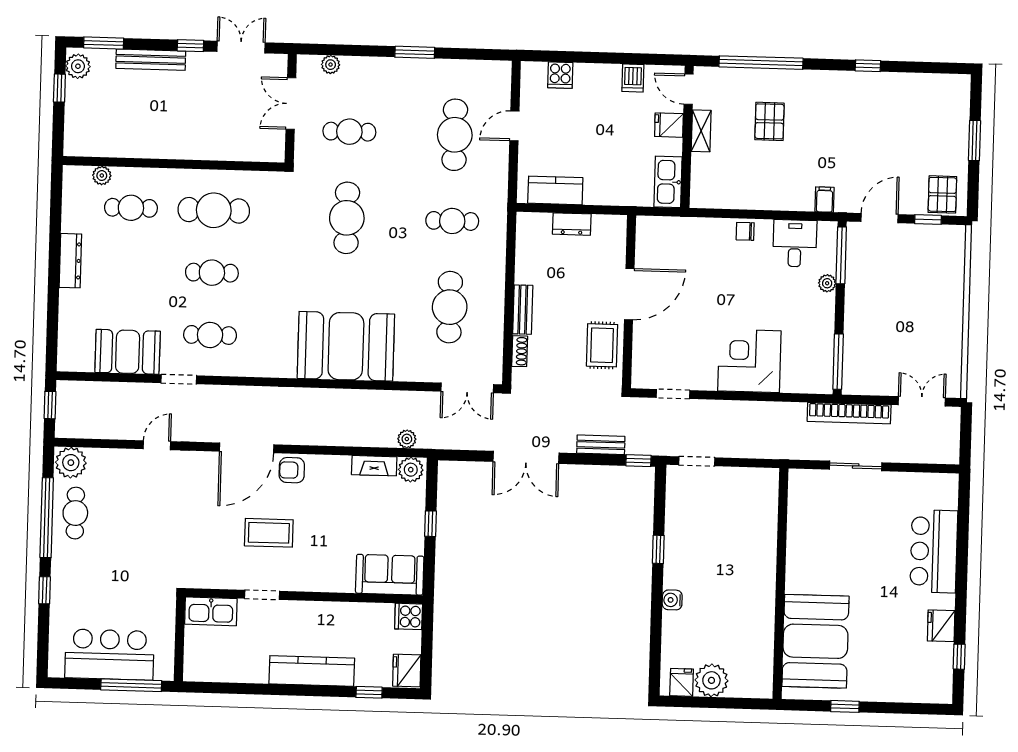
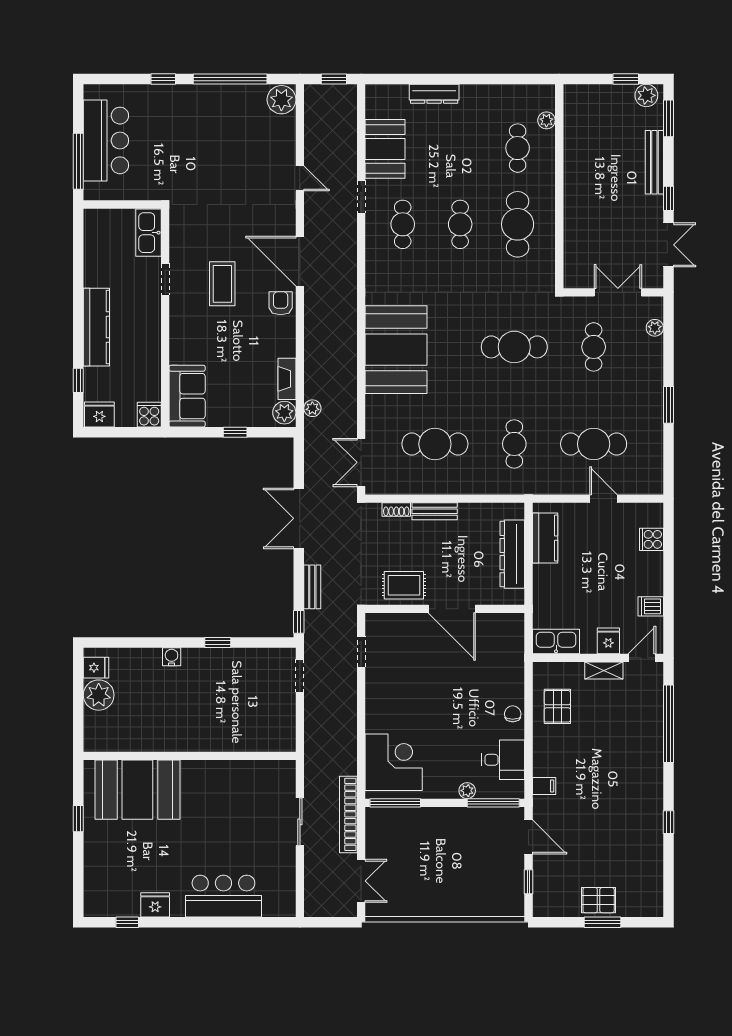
pallet: (769, 121) -> (557, 706), moved, turned 90
pallet: (942, 194) -> (599, 900), moved
dresser: (572, 224) -> (512, 554), width x1.96, depth x1.24
dresser: (70, 261) -> (434, 94), moved
corner desk: (749, 361) -> (394, 762), moved
cafe table: (75, 513) -> (235, 105), removed

